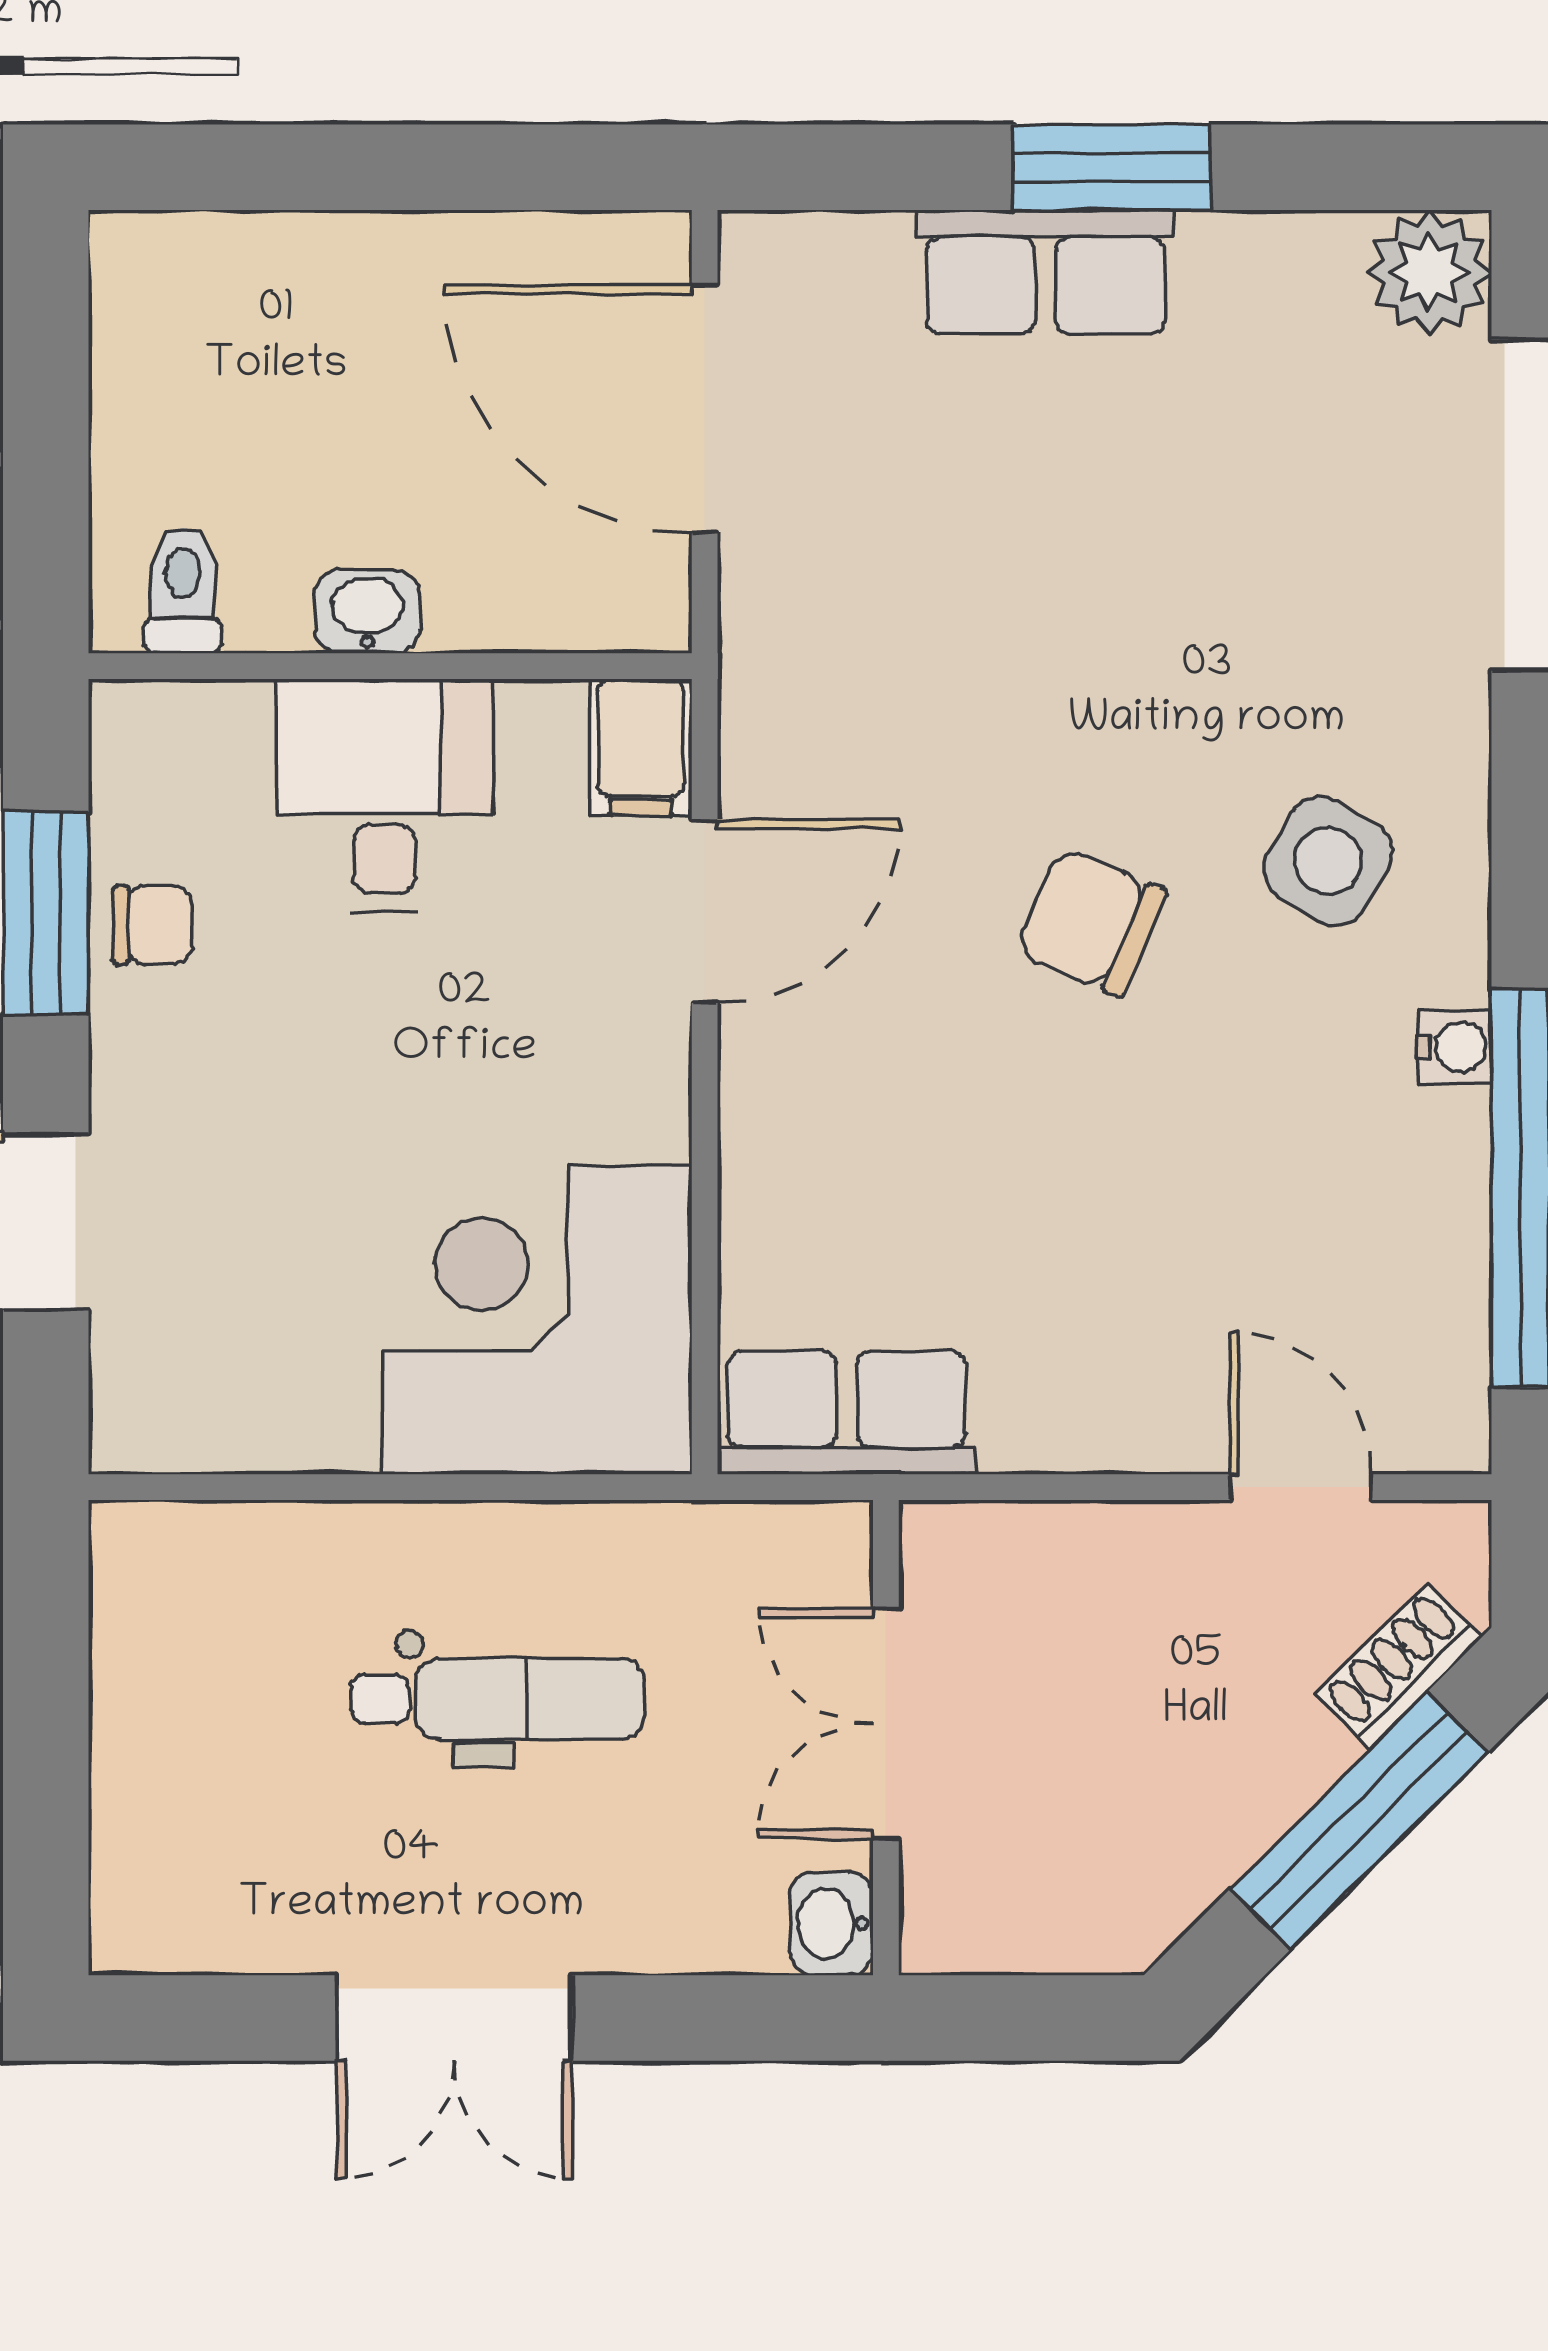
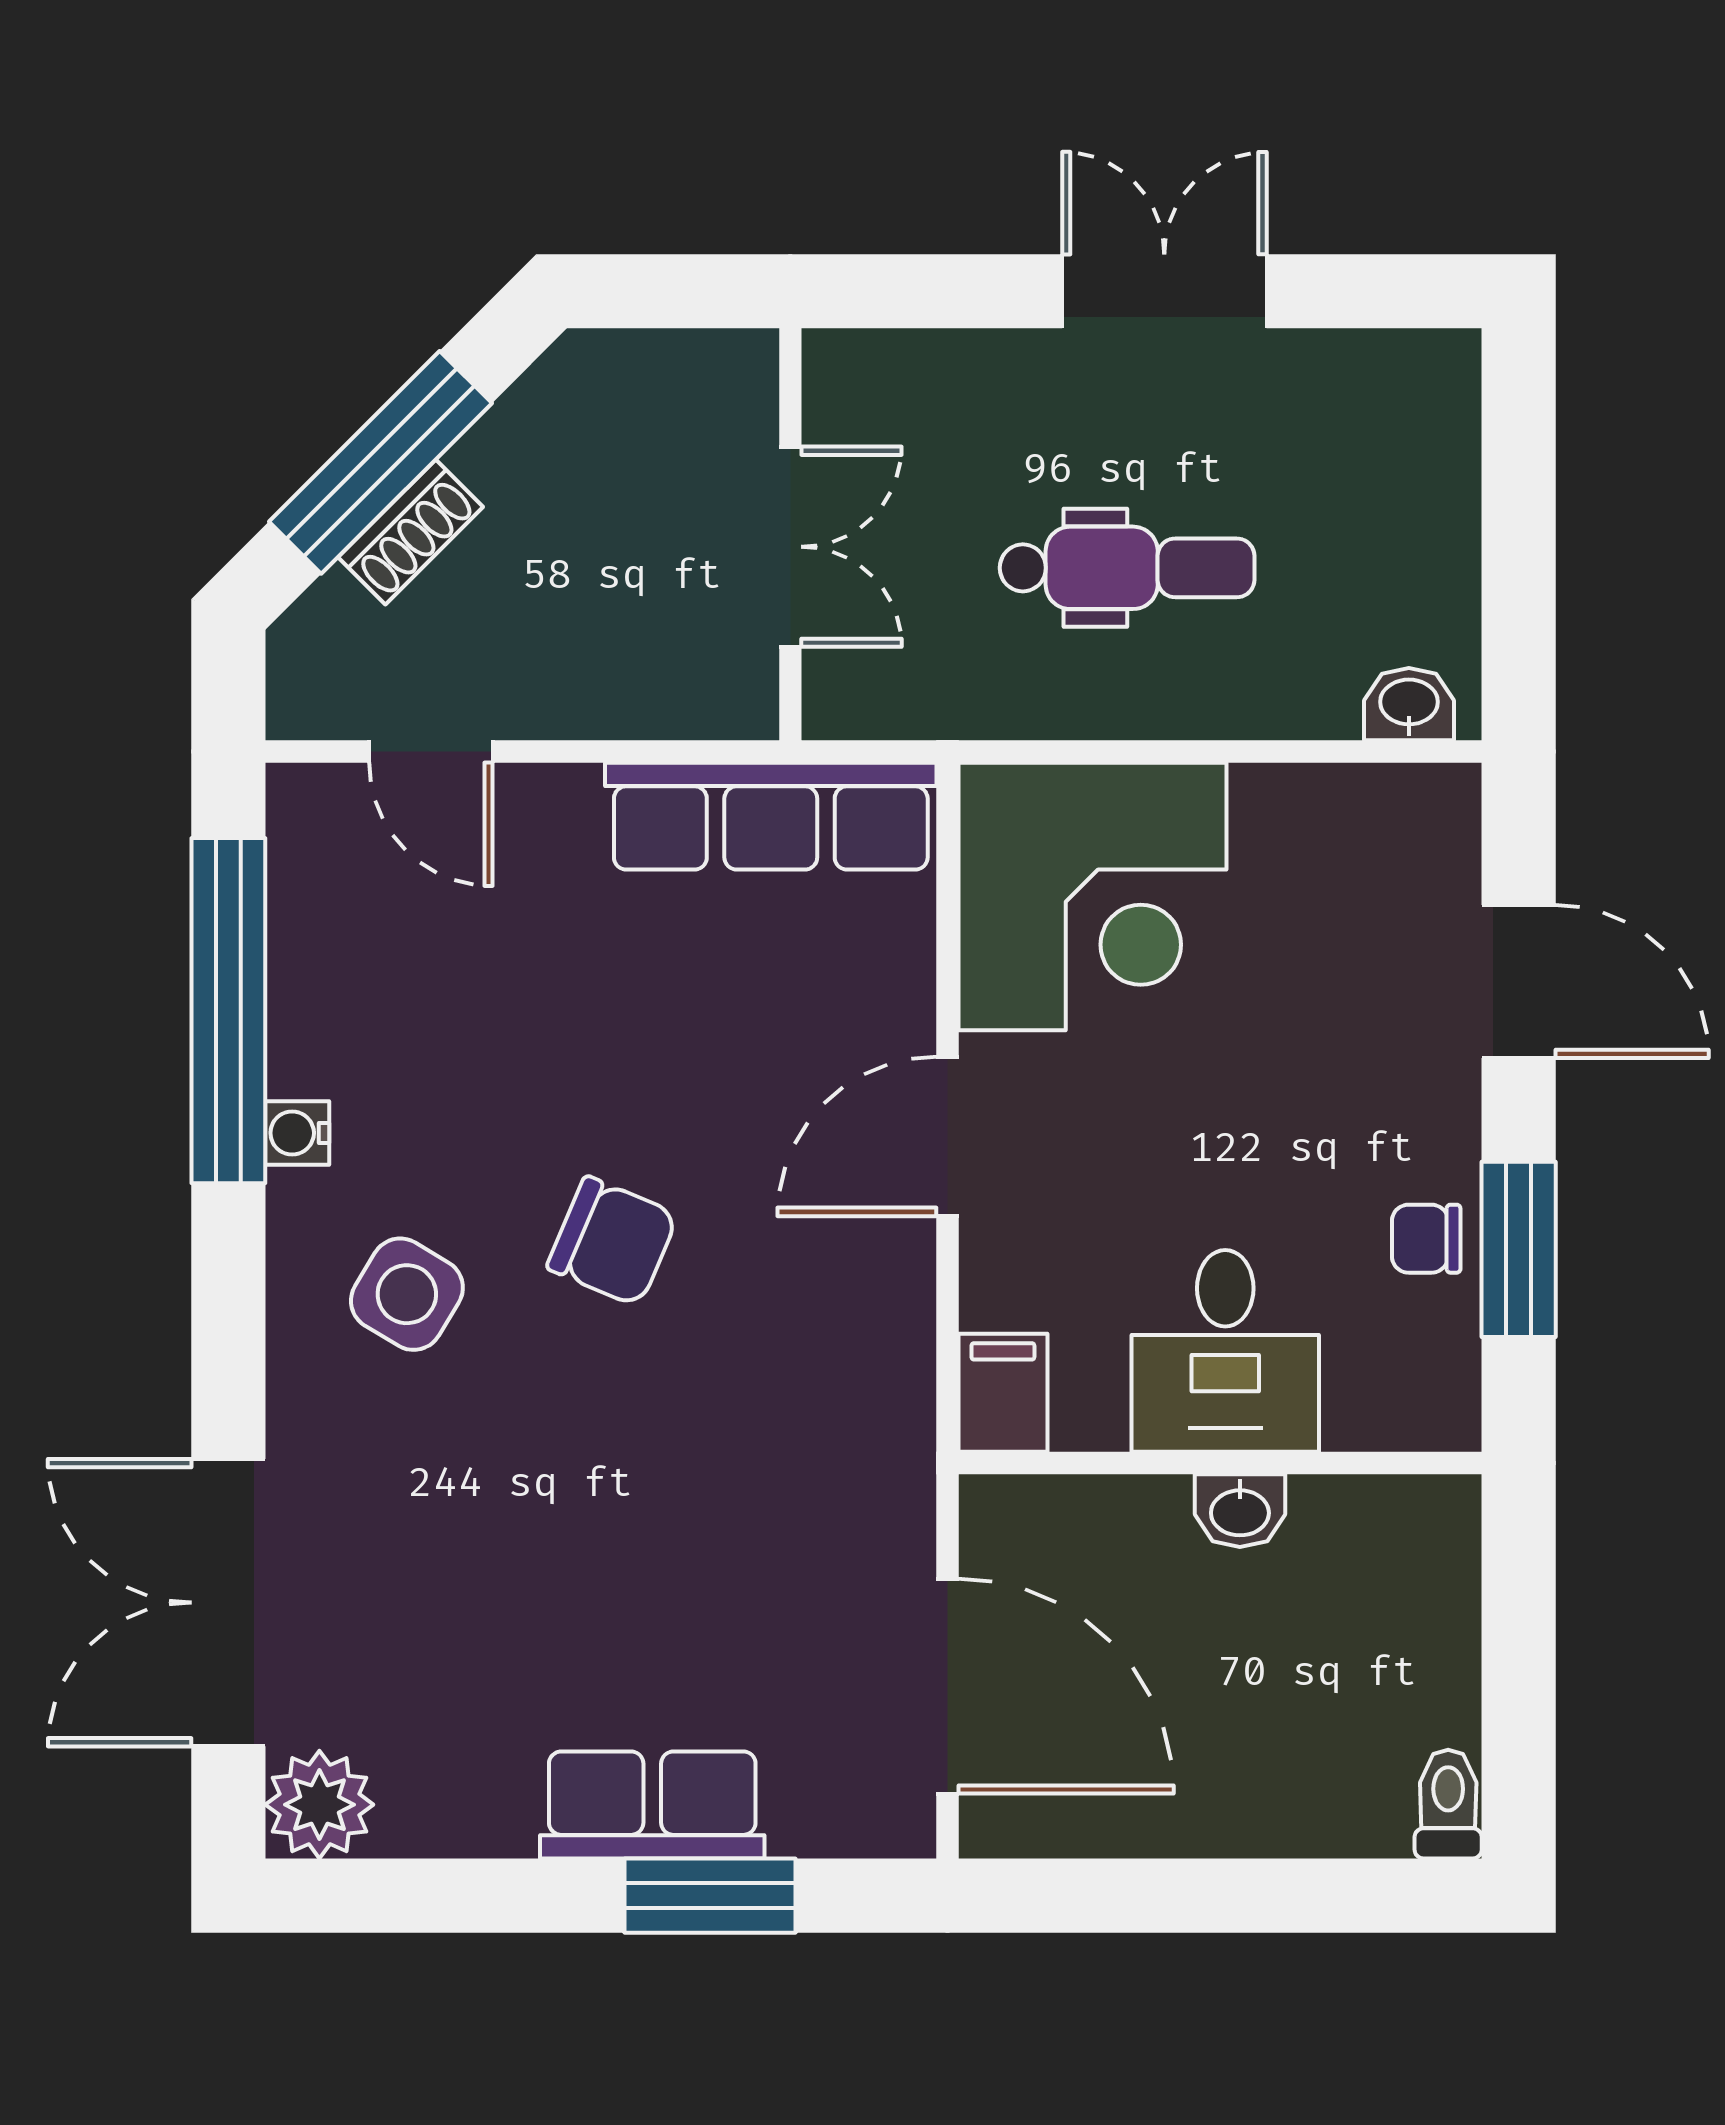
window: (1111, 167) -> (710, 1896), moved
toilet: (183, 590) -> (1448, 1804), moved, turned 180
door: (705, 911) -> (947, 1137), moved
row of seats: (847, 1413) -> (771, 816), width x1.48
shoe rack: (1398, 1666) -> (411, 532), moved
dental chair: (497, 1699) -> (1127, 568), turned 180
washbasin: (831, 1924) -> (1409, 704), moved, turned -90

